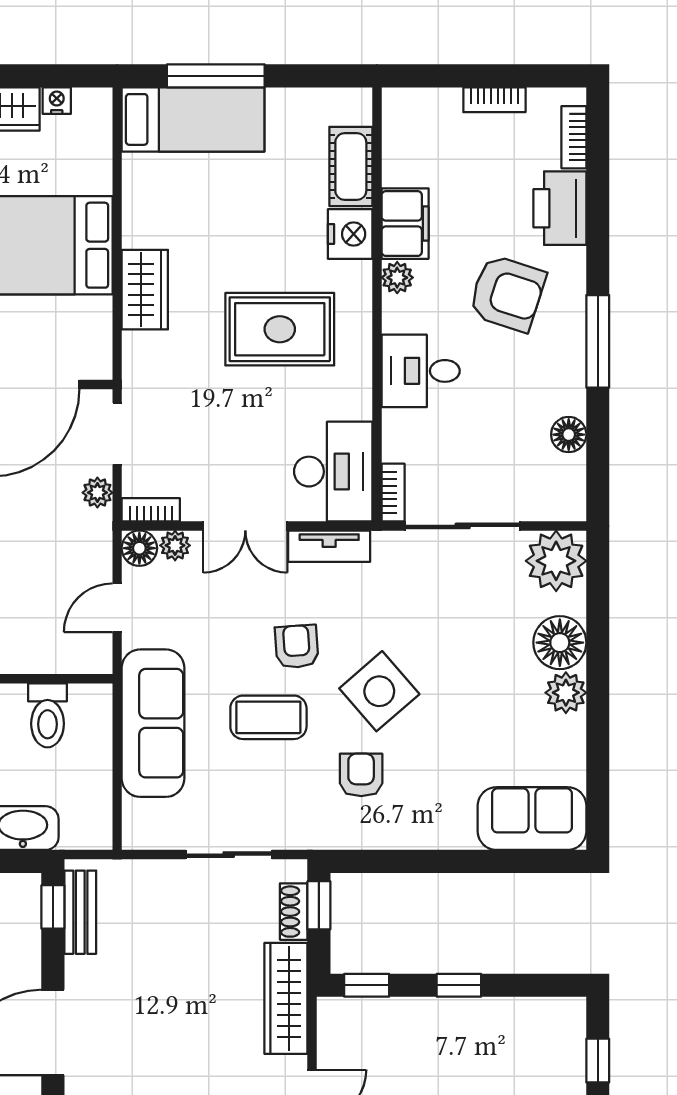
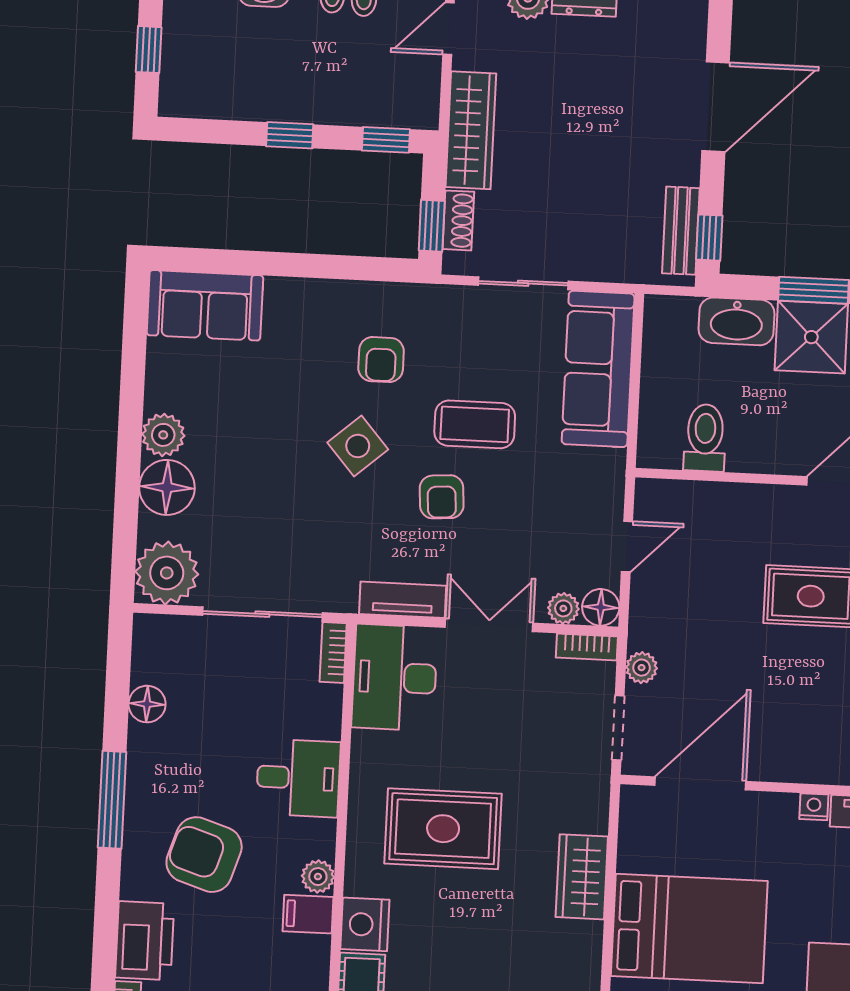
filing cabinet: (405, 224) -> (308, 914), width x0.50
side table: (379, 691) -> (358, 446), width x0.73, depth x0.73
sofa: (153, 723) -> (598, 369), moved

